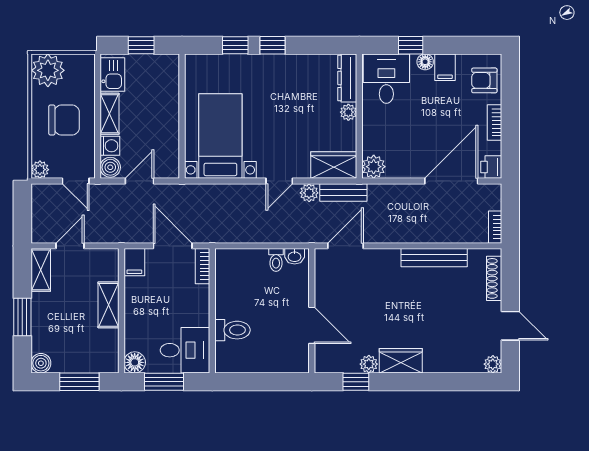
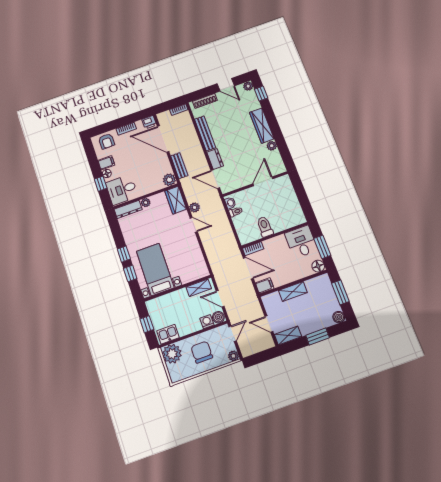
plant: (48, 70) -> (172, 354), moved
shelving: (109, 114) -> (199, 288), moved
bed with nightstands: (220, 136) -> (155, 269), moved, turned 90
bench: (343, 193) -> (179, 166), moved
door: (173, 246) -> (248, 268), swing flipped
dresser: (381, 259) -> (215, 159), added
door: (510, 326) -> (226, 85), swing flipped
toilet: (232, 330) -> (265, 227), moved
wardrobe: (401, 361) -> (262, 126), width x1.50
window: (356, 382) -> (261, 94), moved

